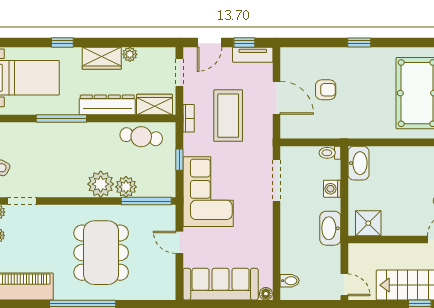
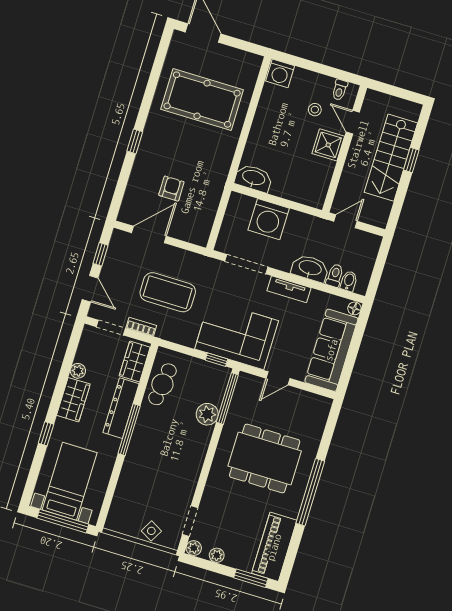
tv unit: (253, 55) -> (289, 289), moved, turned 90
door: (277, 98) -> (149, 235), moved
bookcase: (189, 118) -> (141, 327), moved
window: (61, 119) -> (129, 430), moved
toilet: (330, 153) -> (335, 275), moved, turned 180
window: (179, 160) -> (216, 360), moved
plant: (101, 184) -> (197, 438), removed
washing machine: (332, 189) -> (269, 219), width x1.89, depth x1.89
shower: (368, 223) -> (328, 145), moved
washbasin: (330, 228) -> (310, 268), moved, turned 180
door: (344, 285) -> (346, 221), moved

